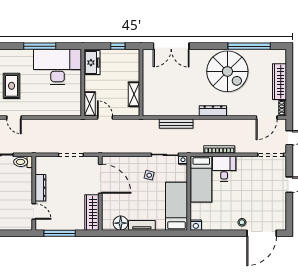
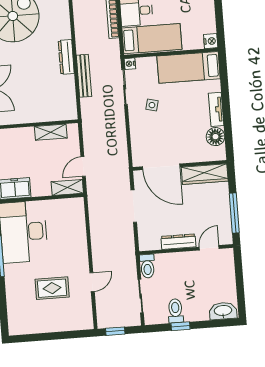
dresser: (213, 111) -> (66, 57), moved
door: (100, 179) -> (161, 167), swing flipped

